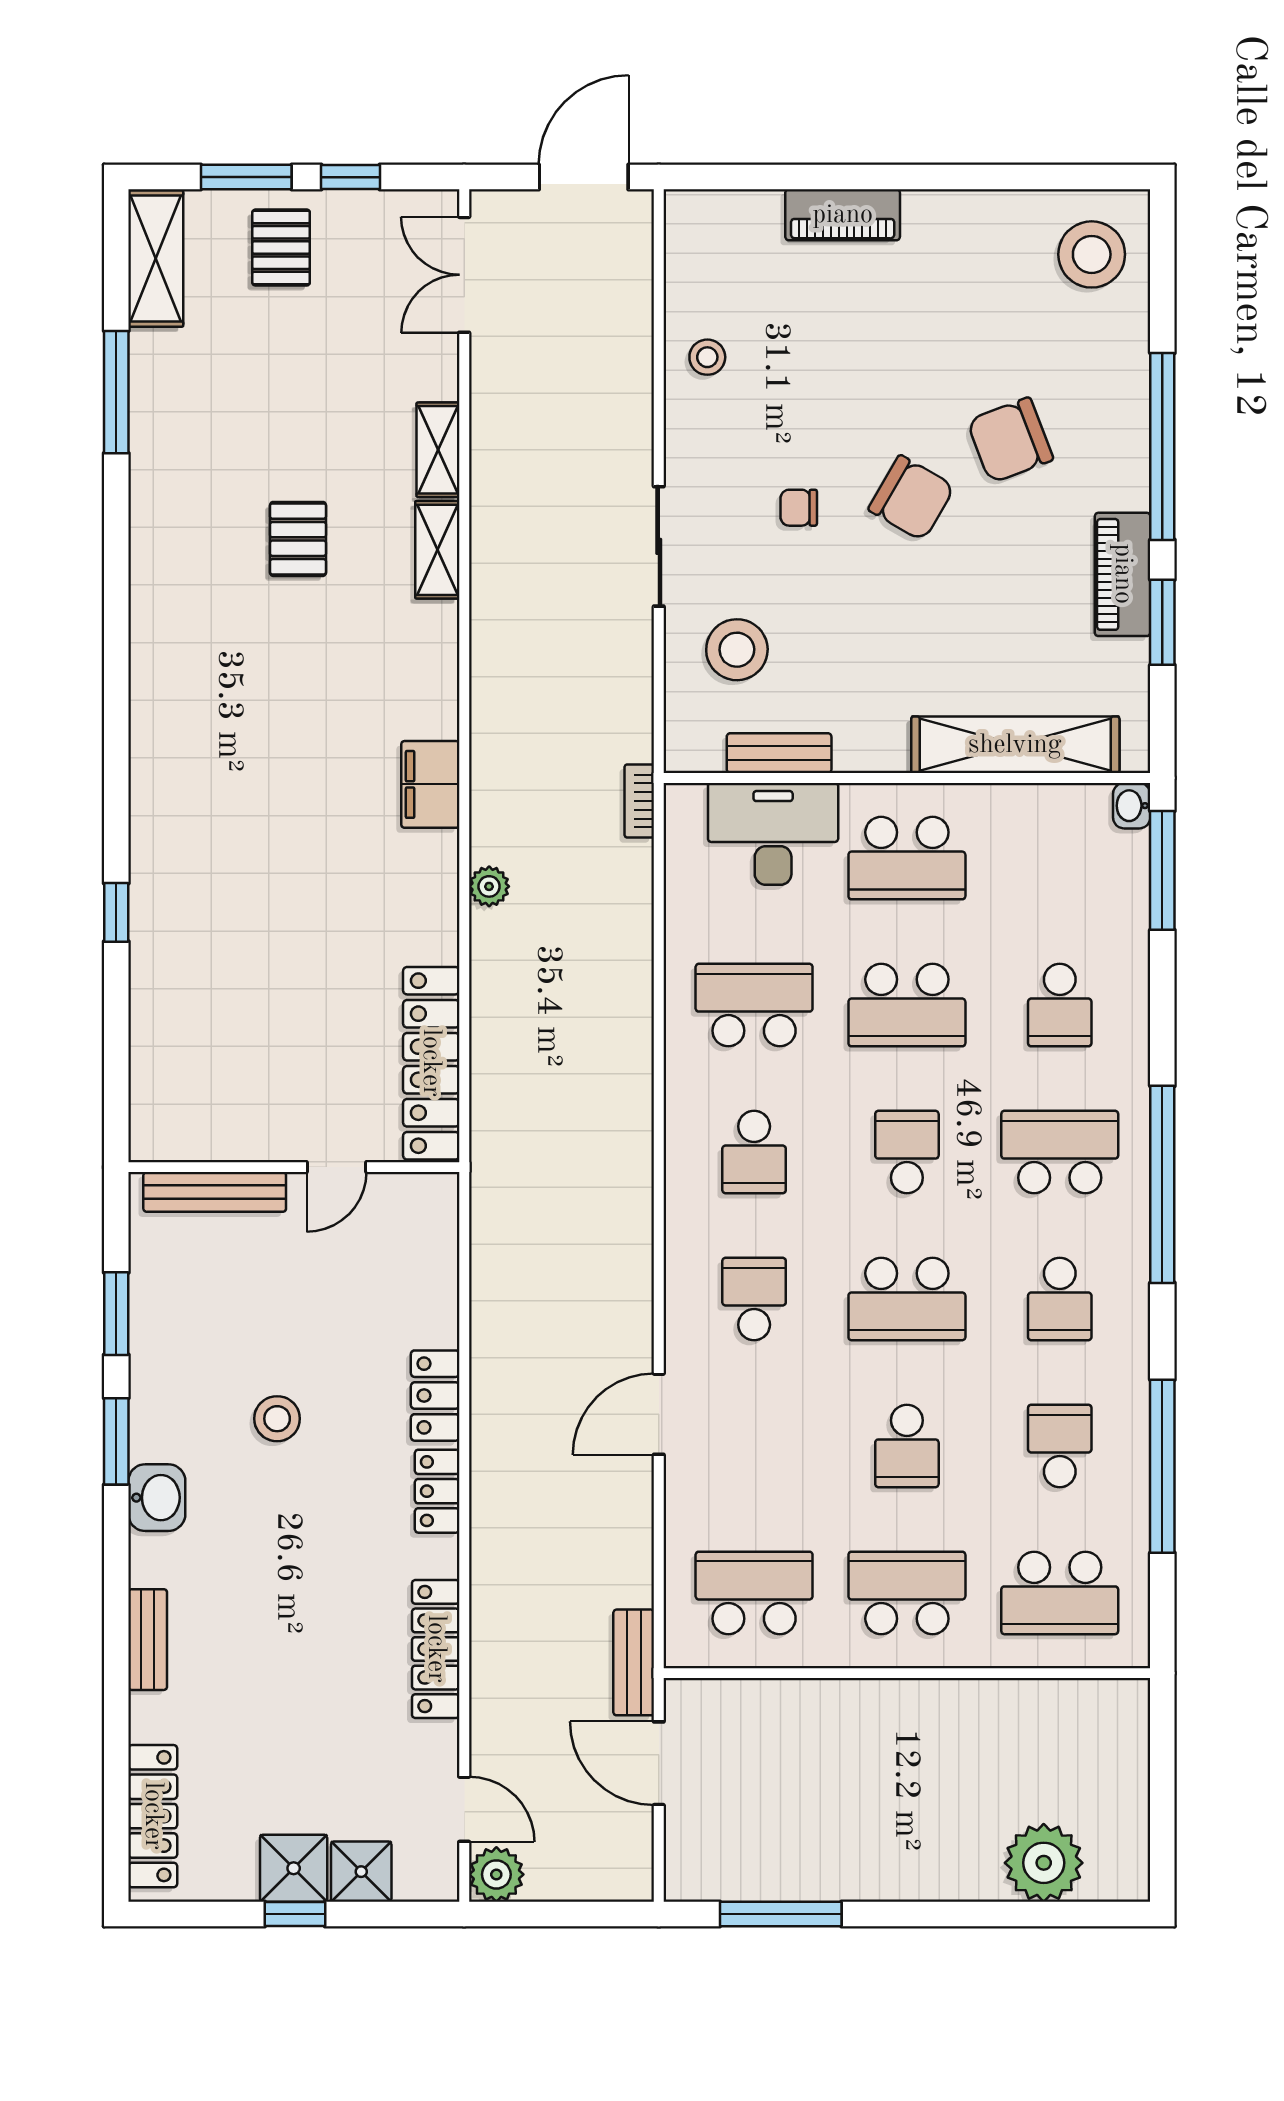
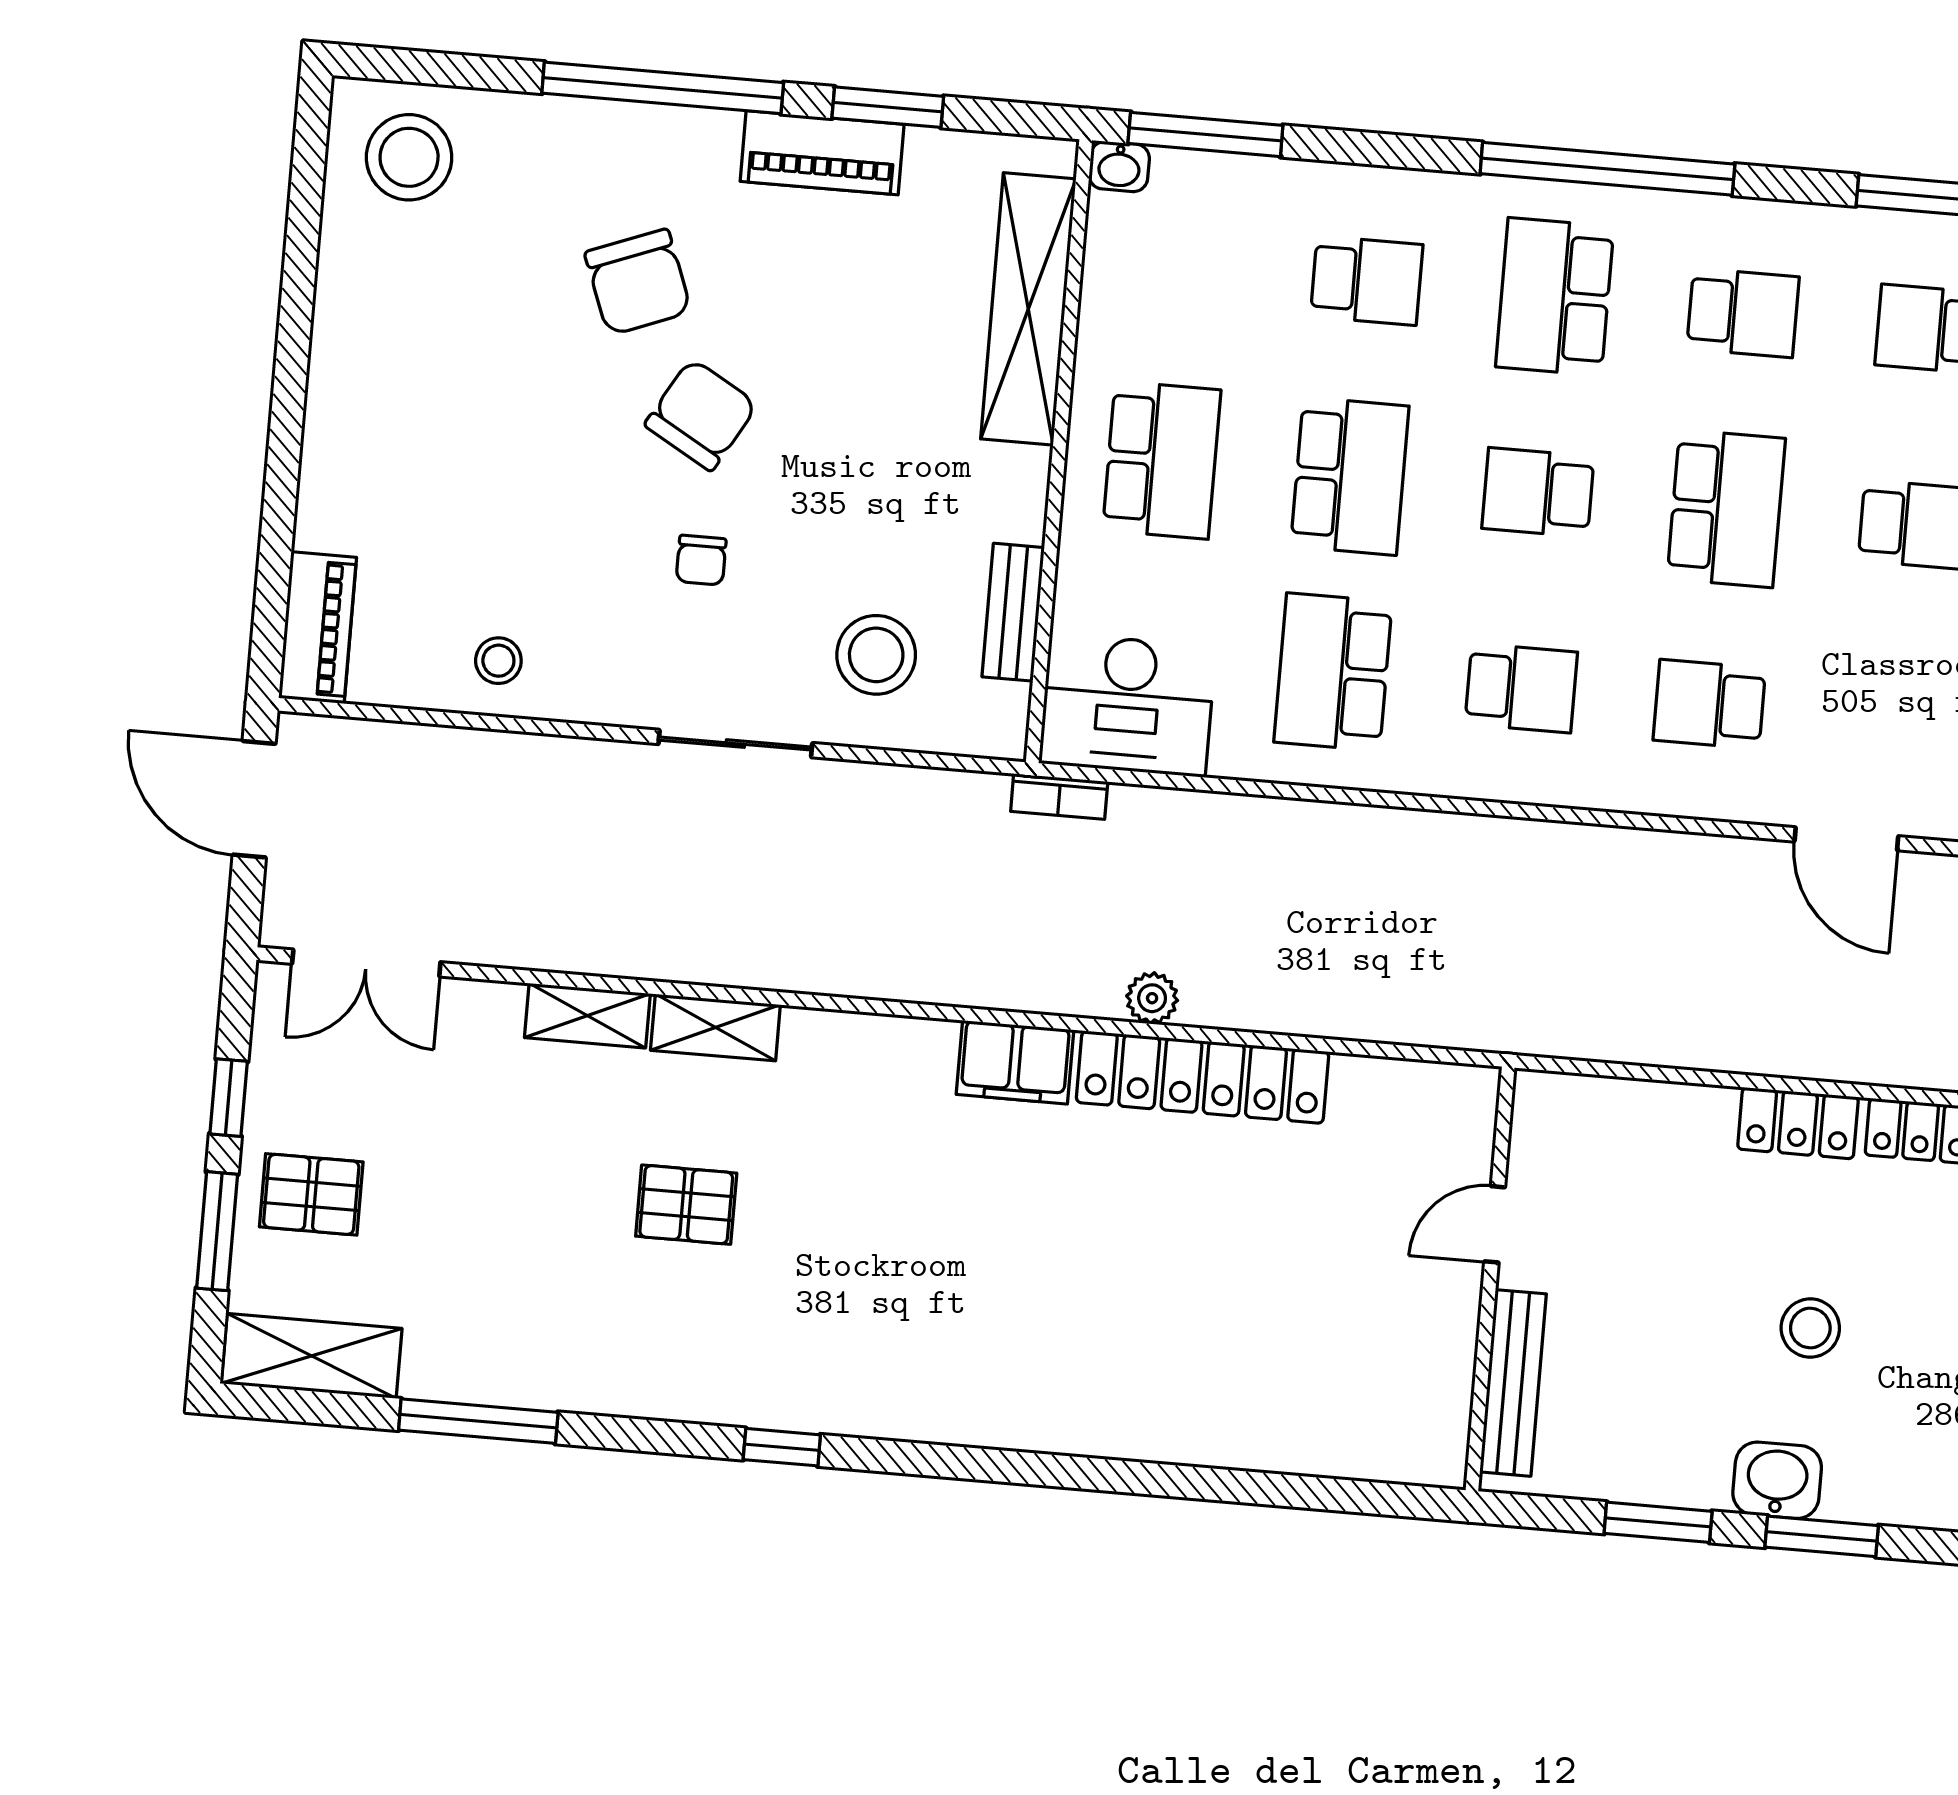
piano: (843, 215) -> (318, 628), moved
desk: (773, 834) -> (1127, 705), moved, turned -90
window: (116, 912) -> (782, 1447), moved
locker: (431, 1063) -> (1203, 1077), moved
door: (336, 1167) -> (1495, 1224), swing flipped
washbasin: (157, 1498) -> (1777, 1480), moved

